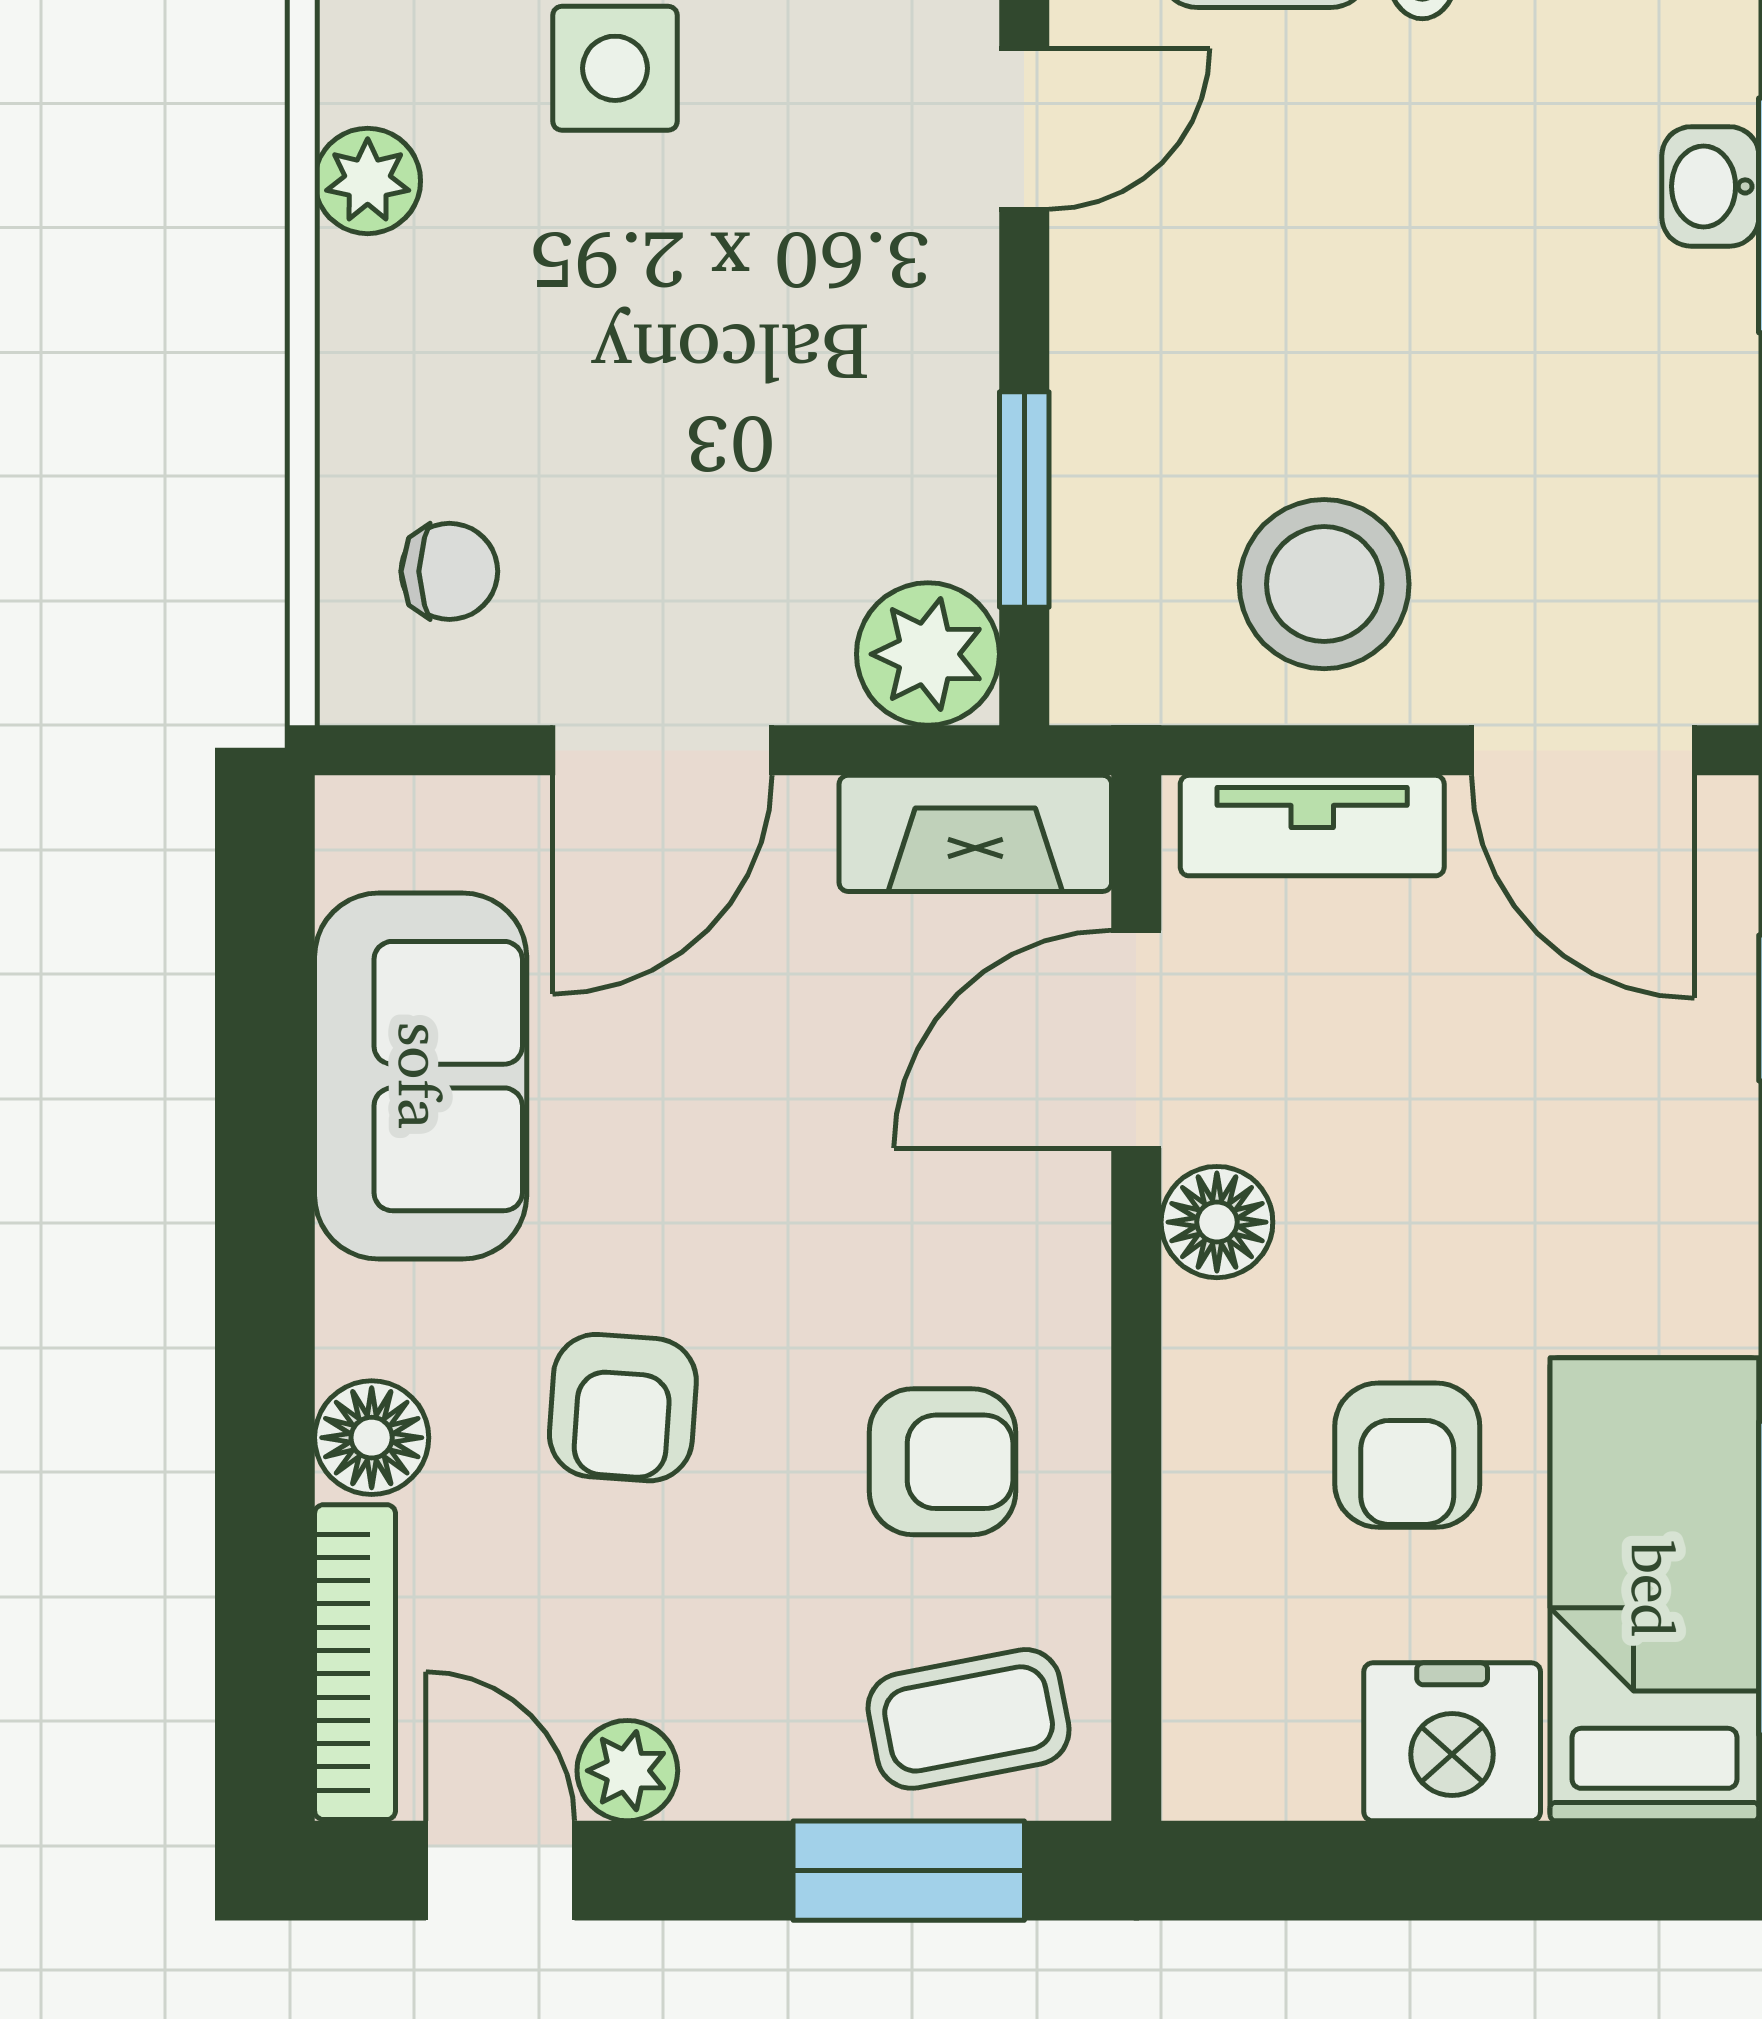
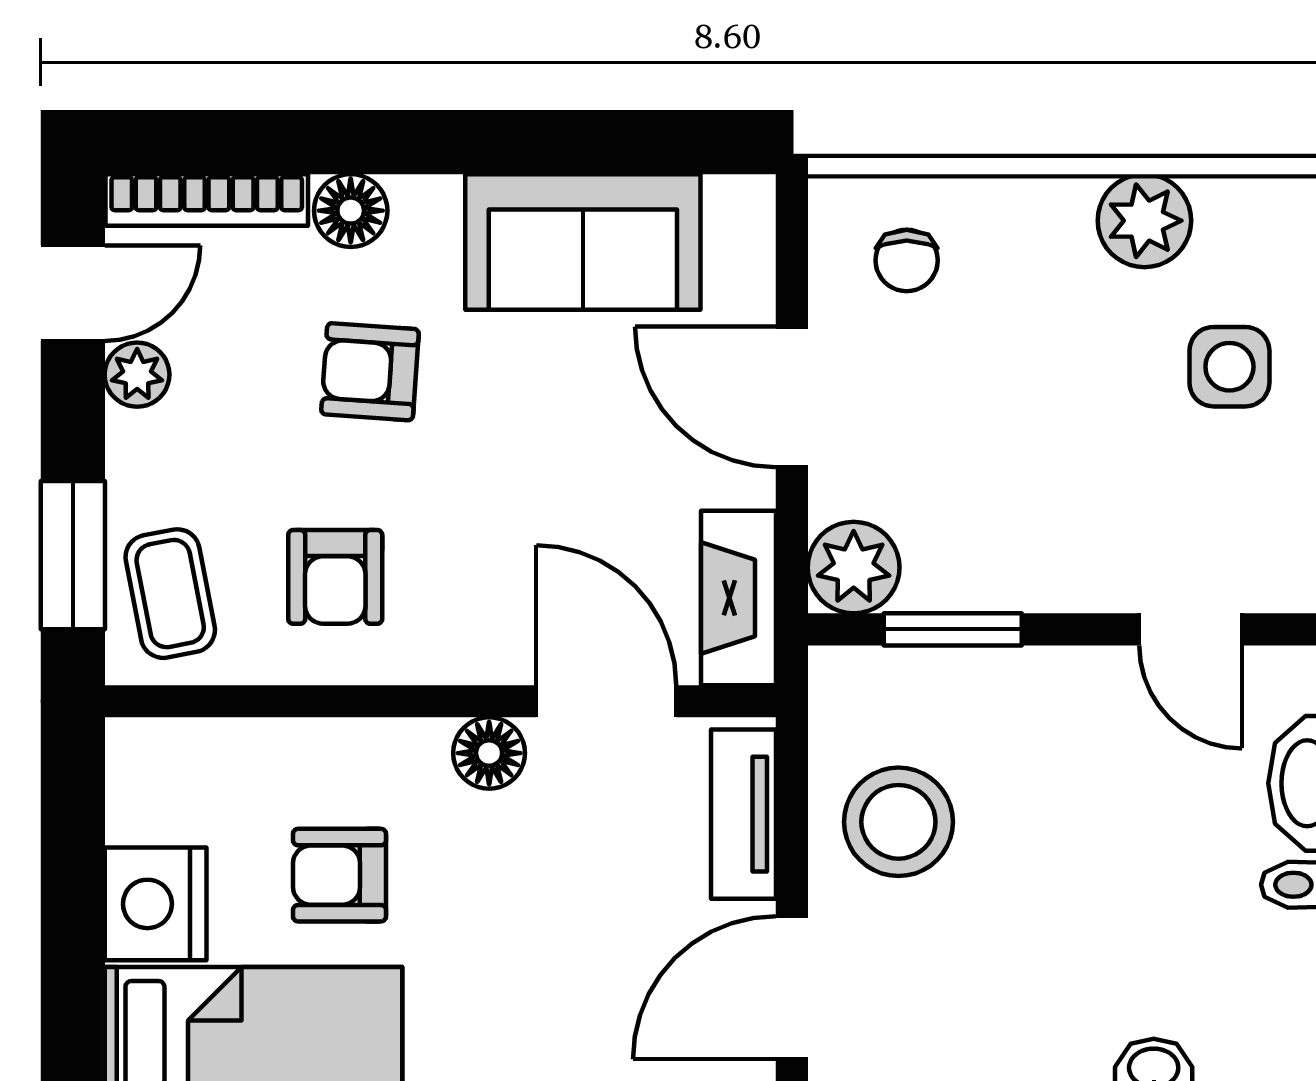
plant: (368, 181) -> (1144, 221), width x1.38, depth x1.38

